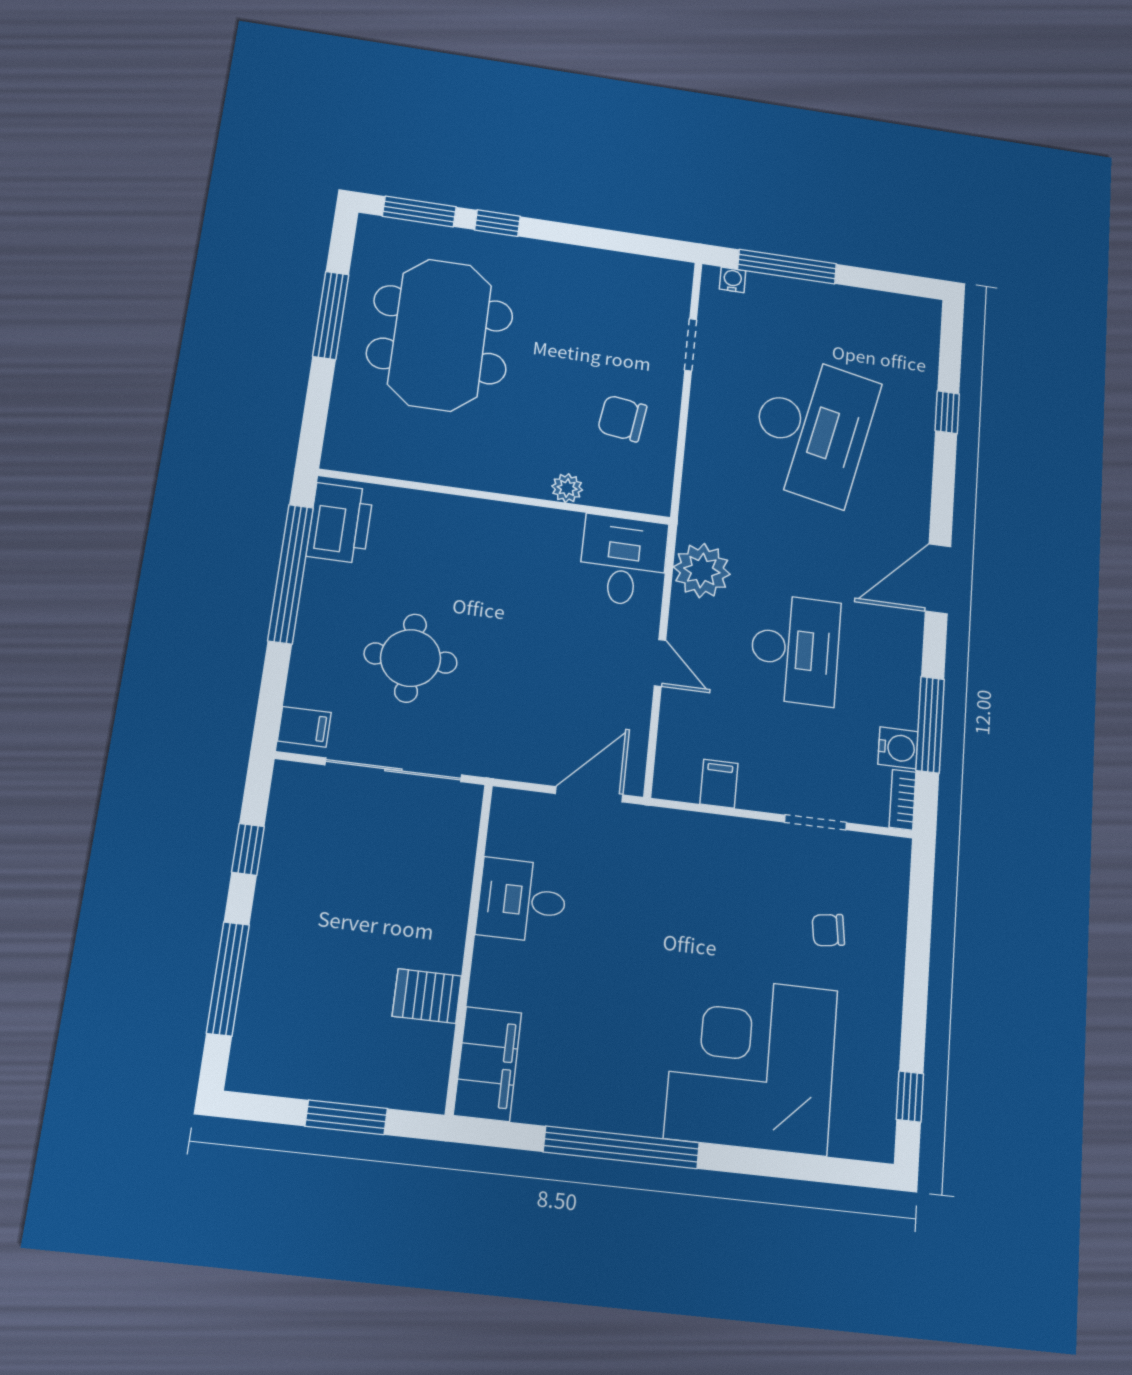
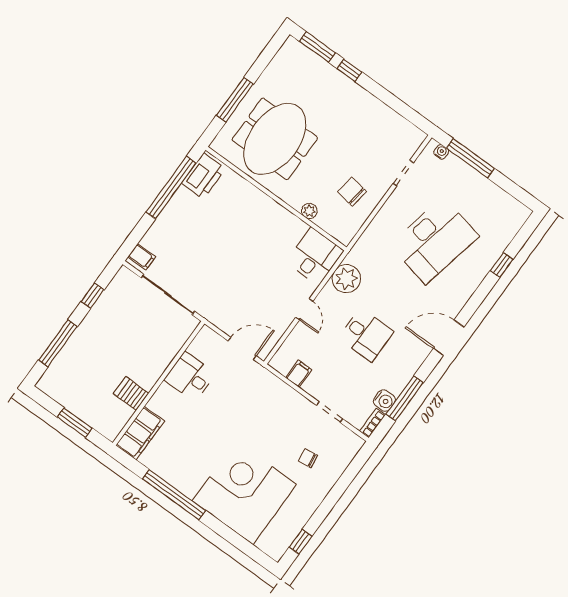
window: (331, 315) -> (235, 100), moved
meeting table: (440, 335) -> (275, 139), moved
desk: (795, 649) -> (366, 335), width x0.73
round table: (411, 658) -> (201, 251), removed

